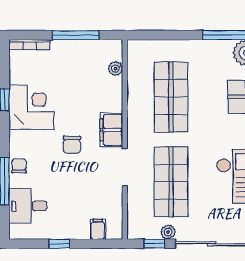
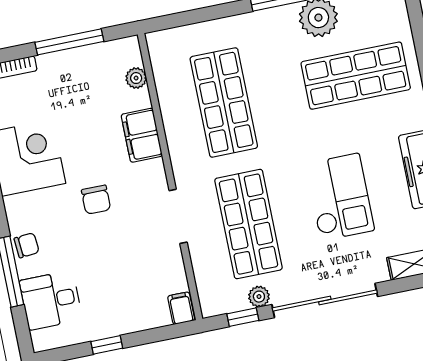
filing cabinet: (111, 130) -> (142, 135), moved
chair: (19, 166) -> (27, 245), turned 85
filing cabinet: (98, 229) -> (181, 308), moved

